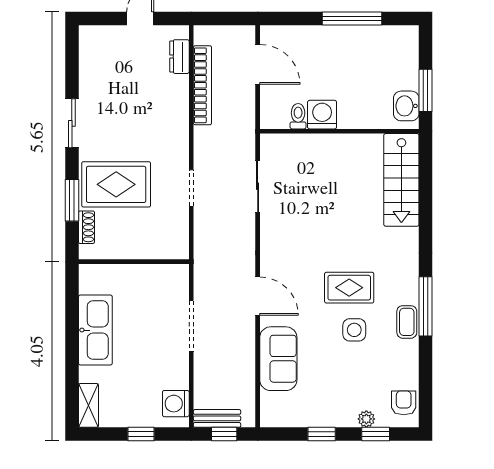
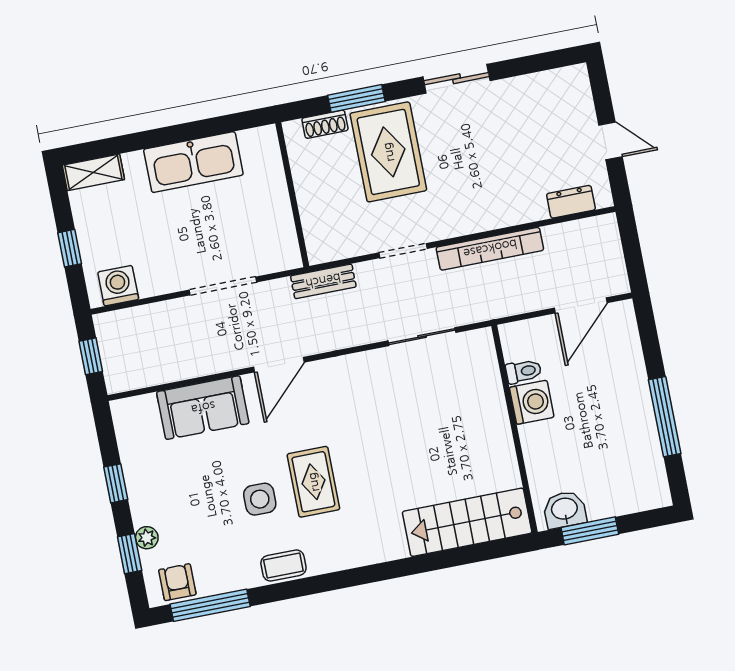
bookcase: (202, 85) -> (490, 249), moved
window: (426, 306) -> (210, 605), moved
armchair: (404, 403) -> (177, 582), turned -90
bench: (217, 418) -> (323, 281), moved, turned 90

